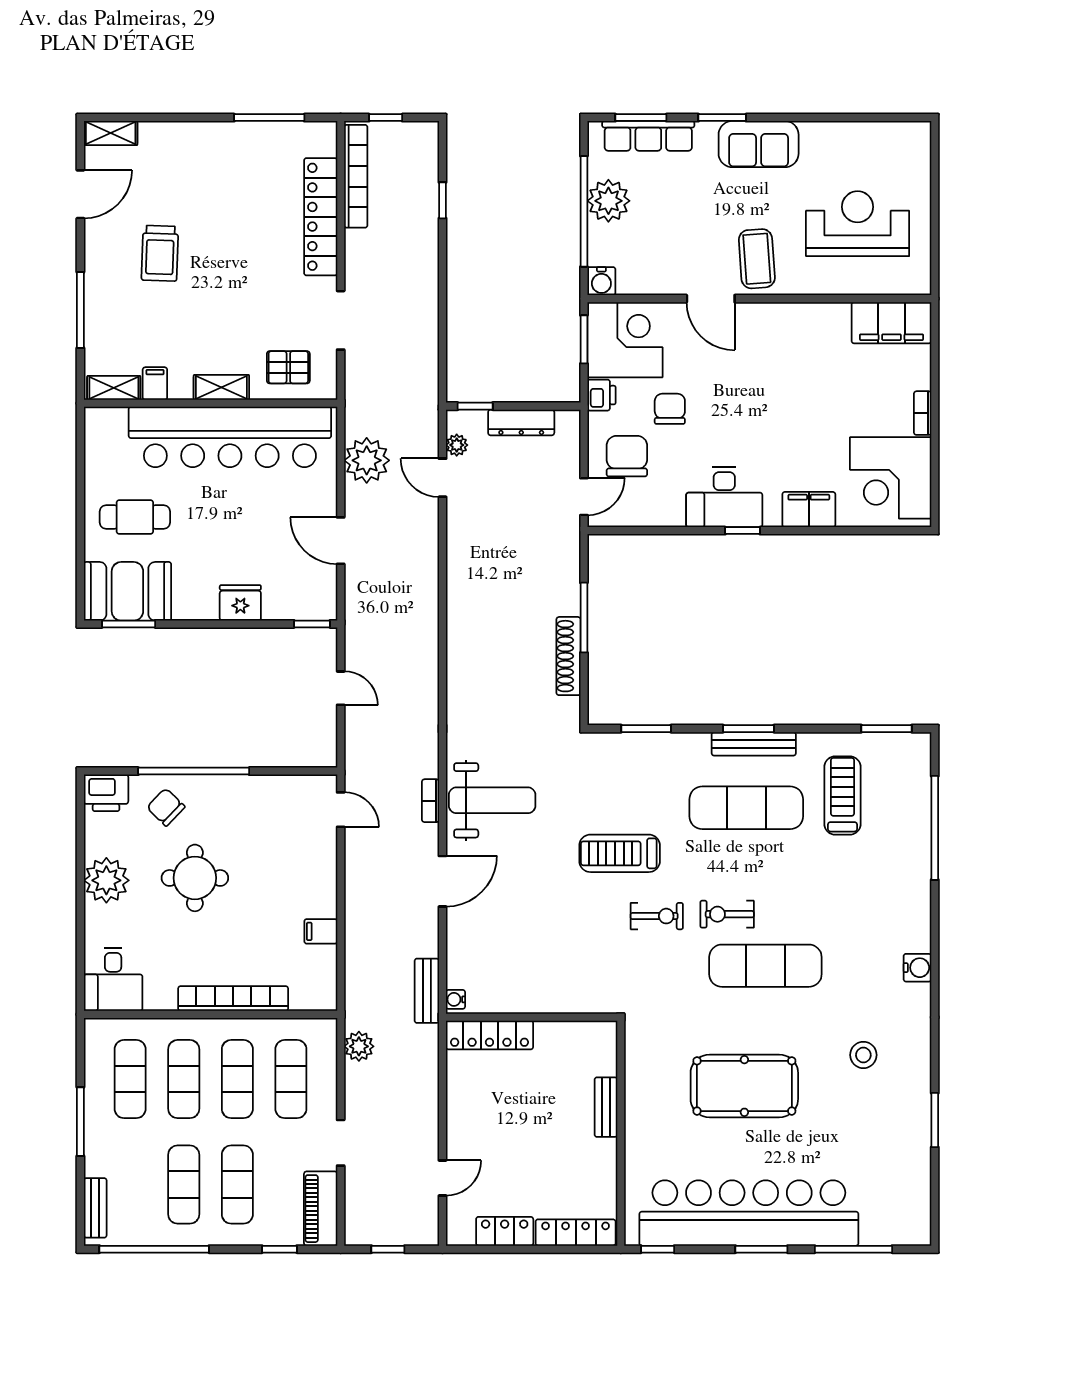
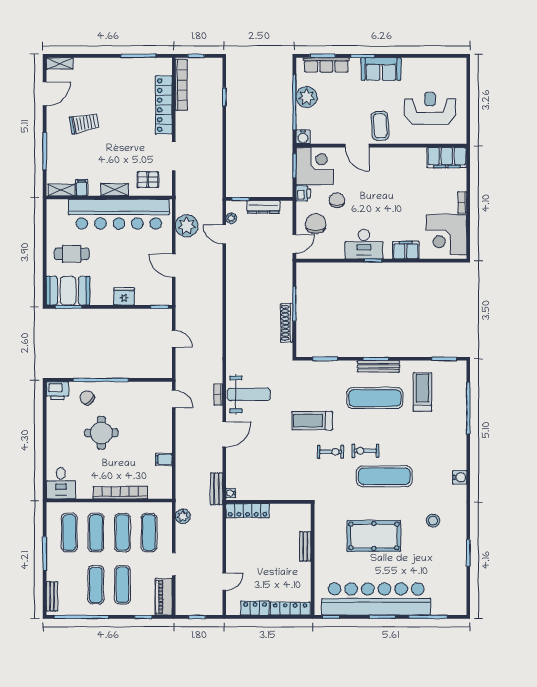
trolley: (160, 253) -> (84, 123), turned -103
plant: (106, 880) -> (58, 434), removed

